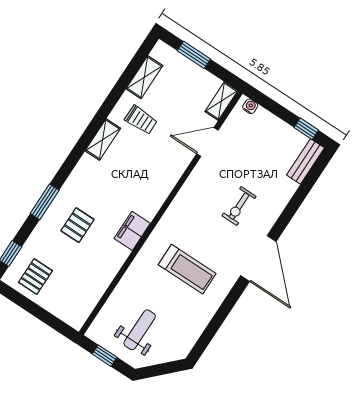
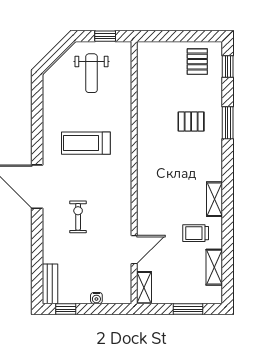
water cooler: (250, 106) -> (96, 298), moved
pallet: (77, 225) -> (191, 122), turned 90
filing cabinet: (132, 231) -> (147, 145), removed

